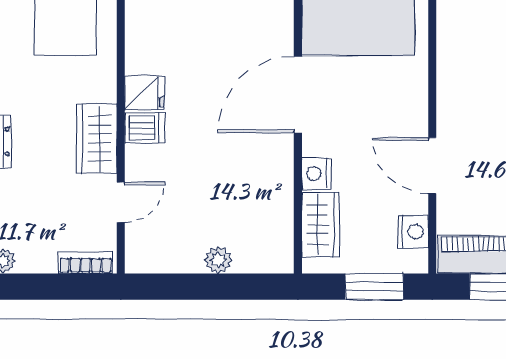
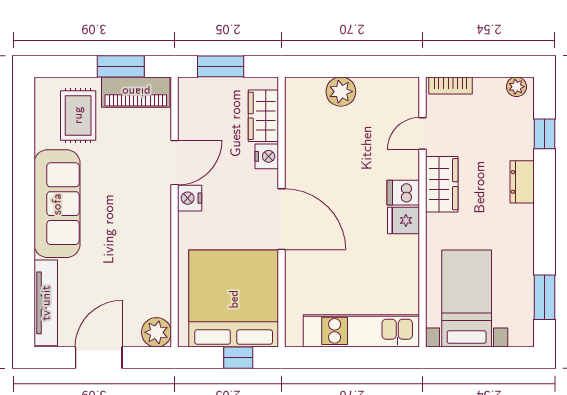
door: (298, 95) -> (281, 219), hinge flipped
door: (432, 166) -> (174, 163), hinge flipped
nightstand: (413, 232) -> (190, 198), moved
plant: (218, 260) -> (341, 92), width x1.38, depth x1.38

